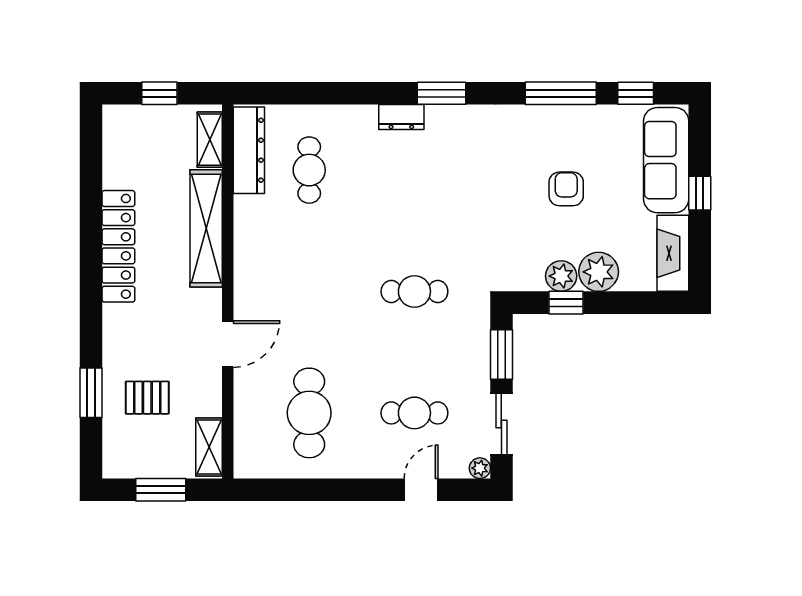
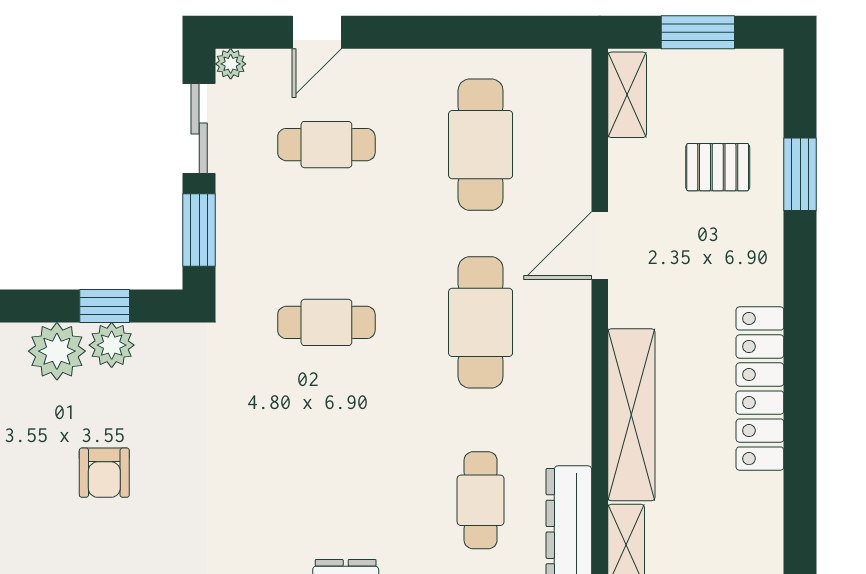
cafe table: (309, 291) -> (481, 322), added

